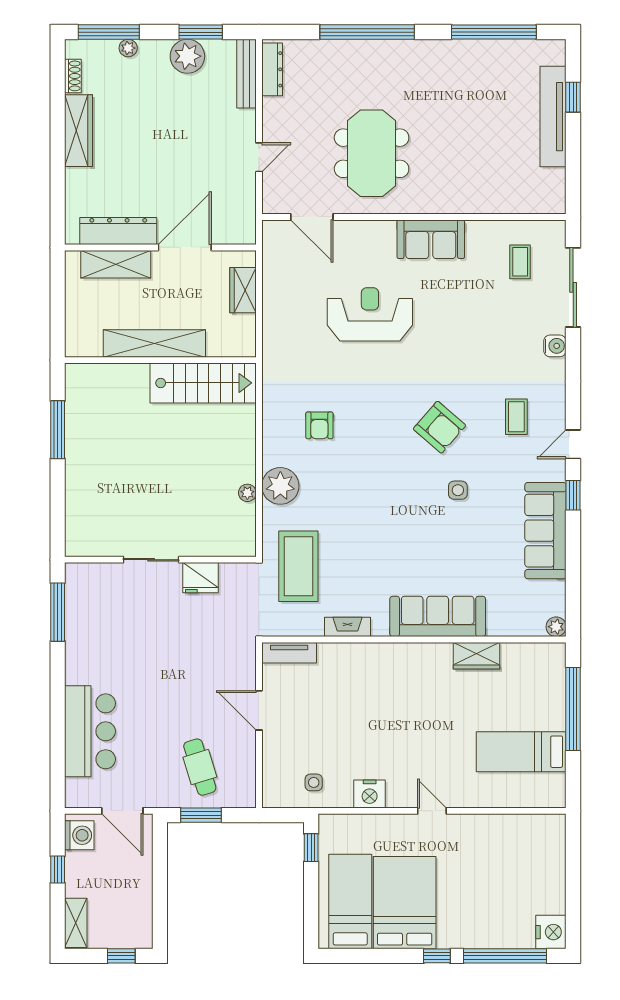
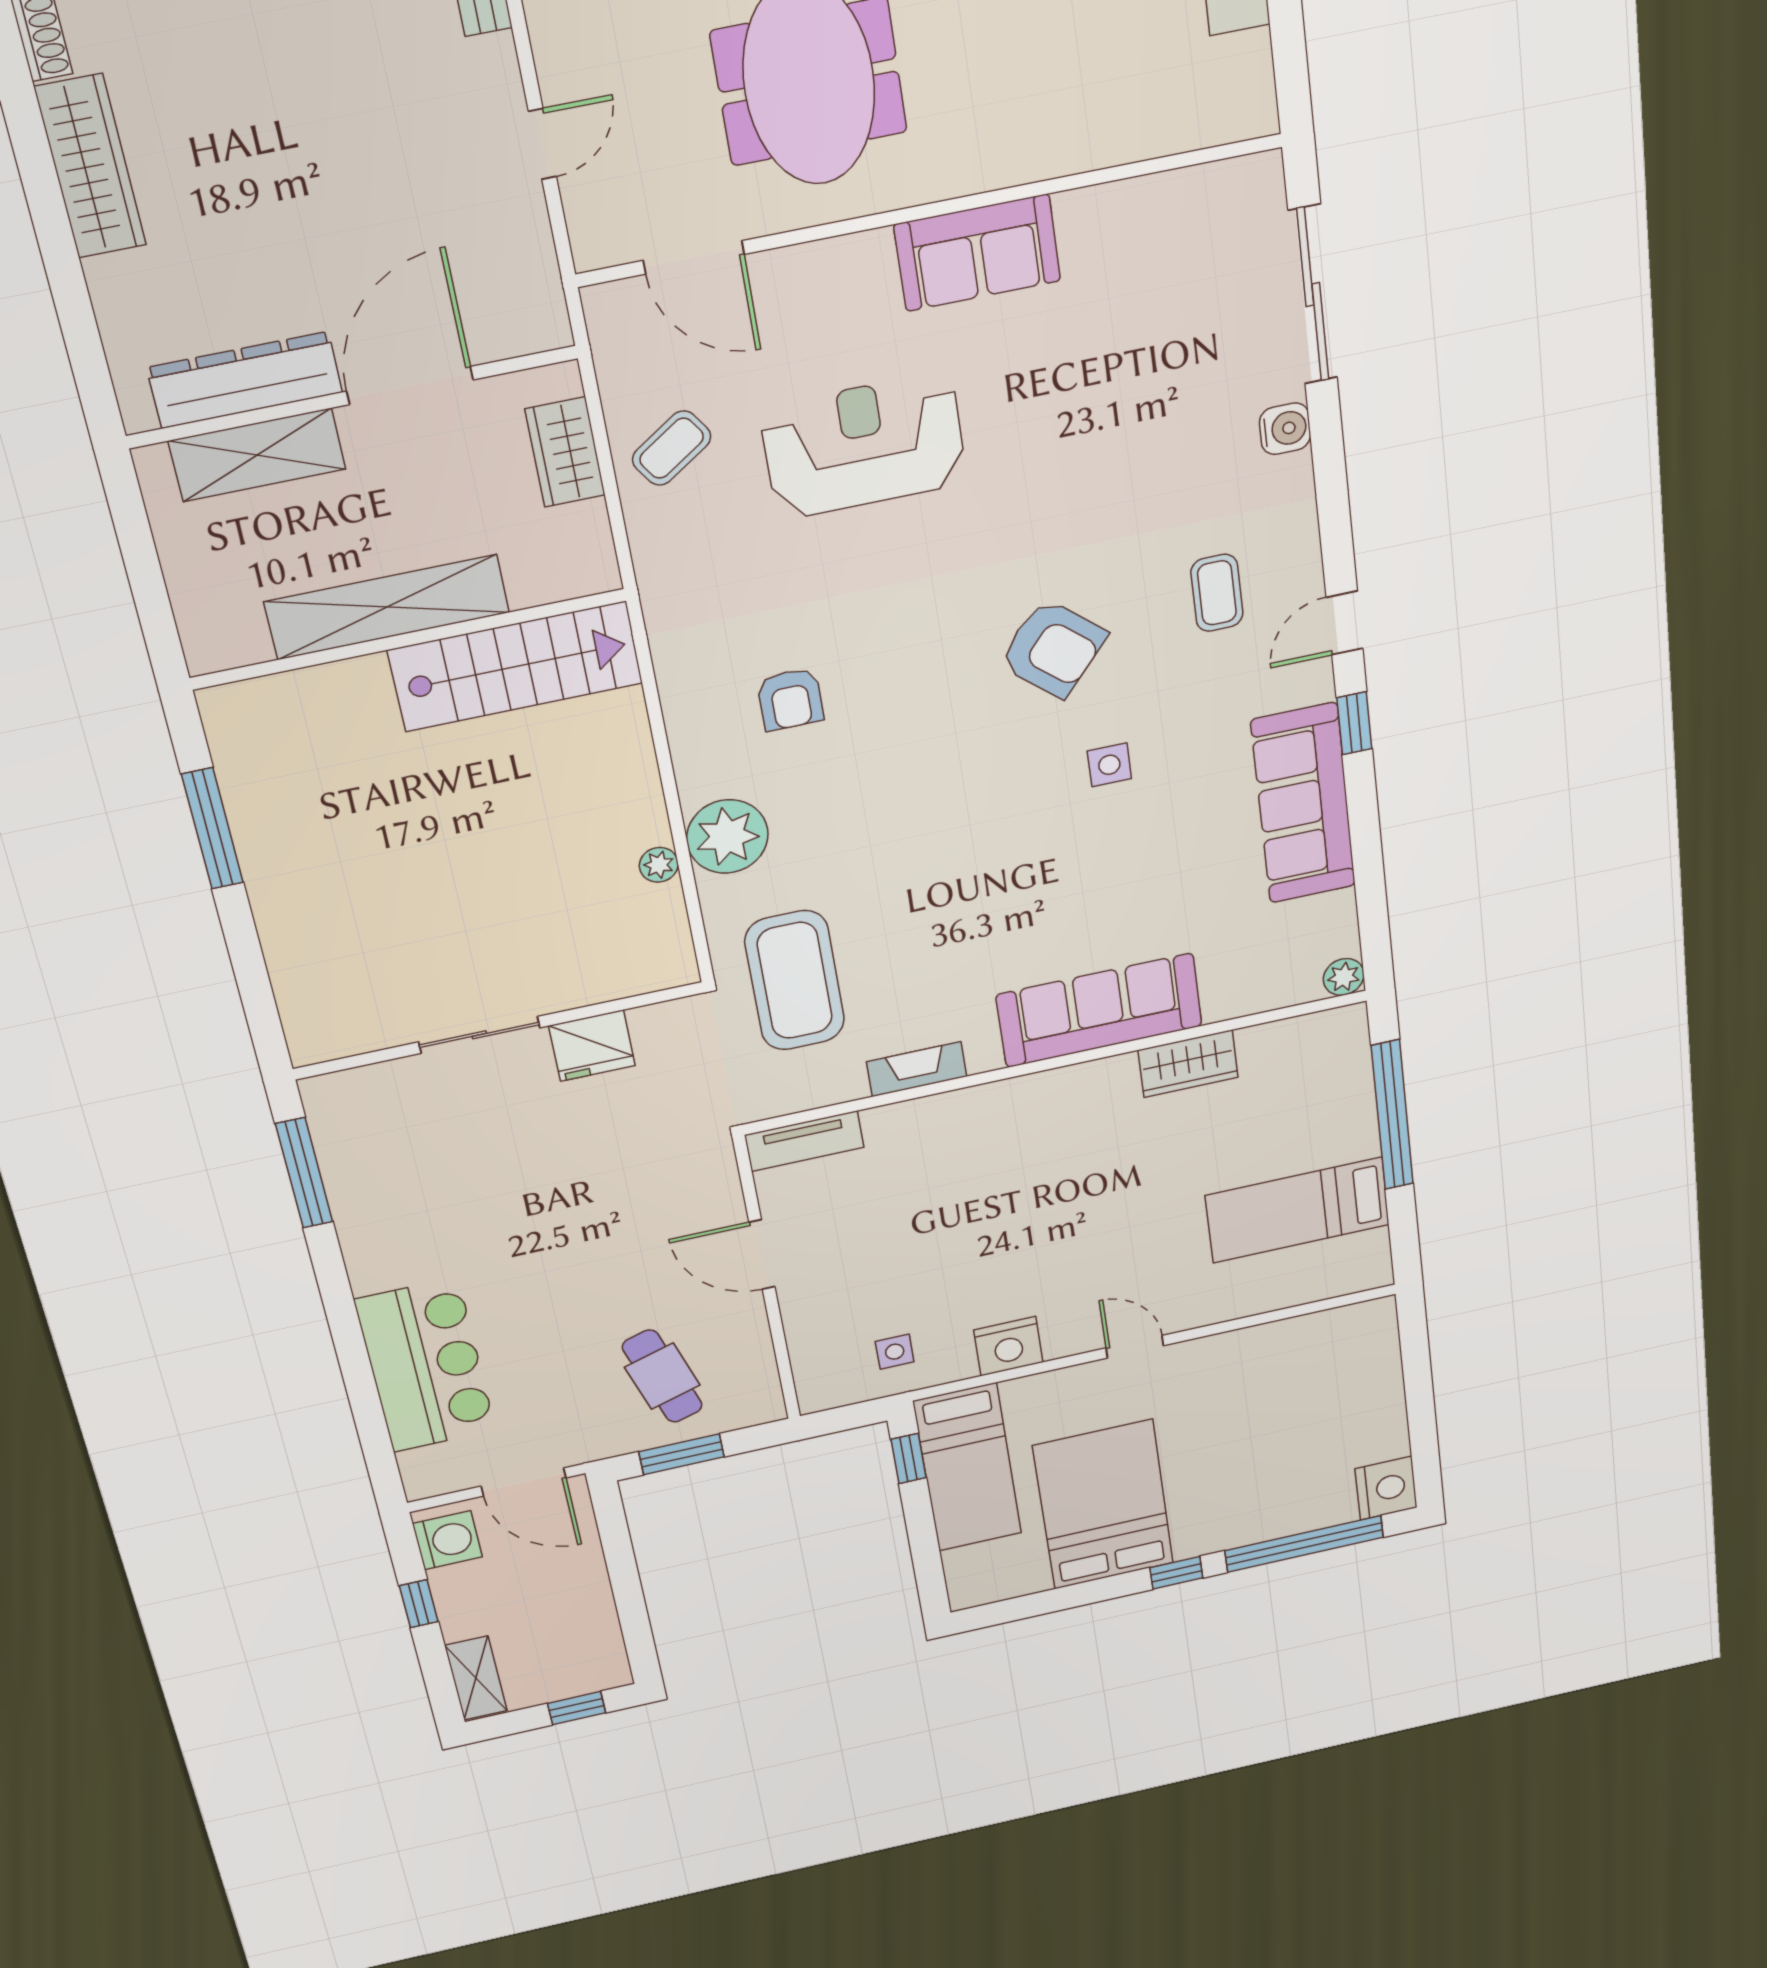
coffee table: (520, 262) -> (672, 448), moved, turned 56
bed: (350, 901) -> (968, 1468), moved, turned 180

